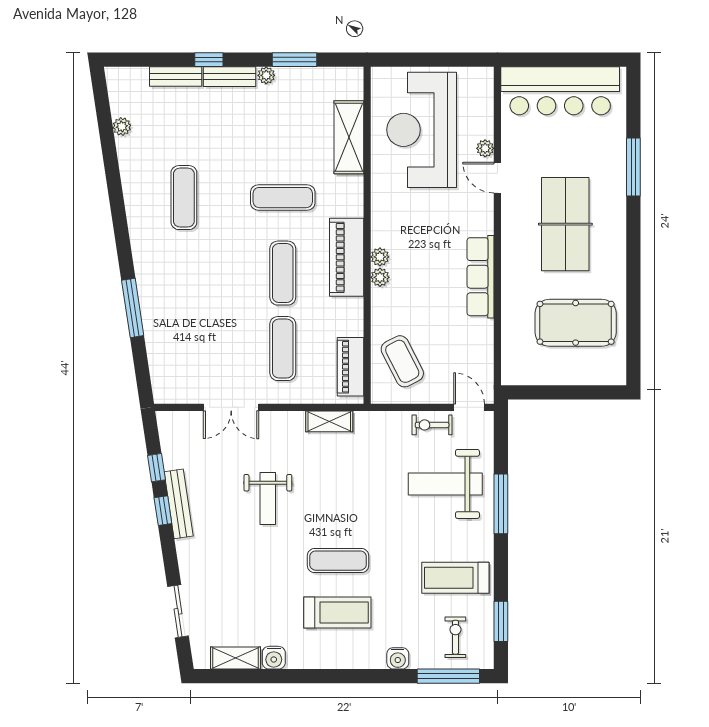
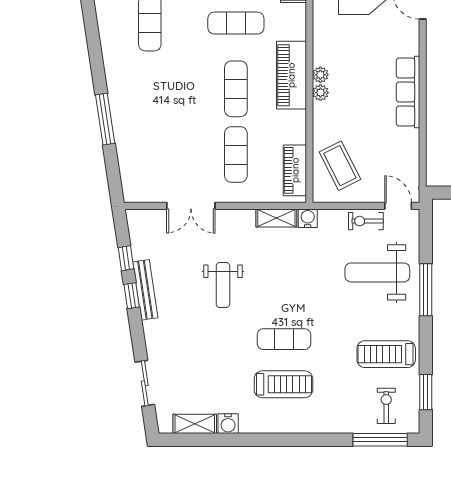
water cooler: (398, 658) -> (308, 218), moved, turned 180

